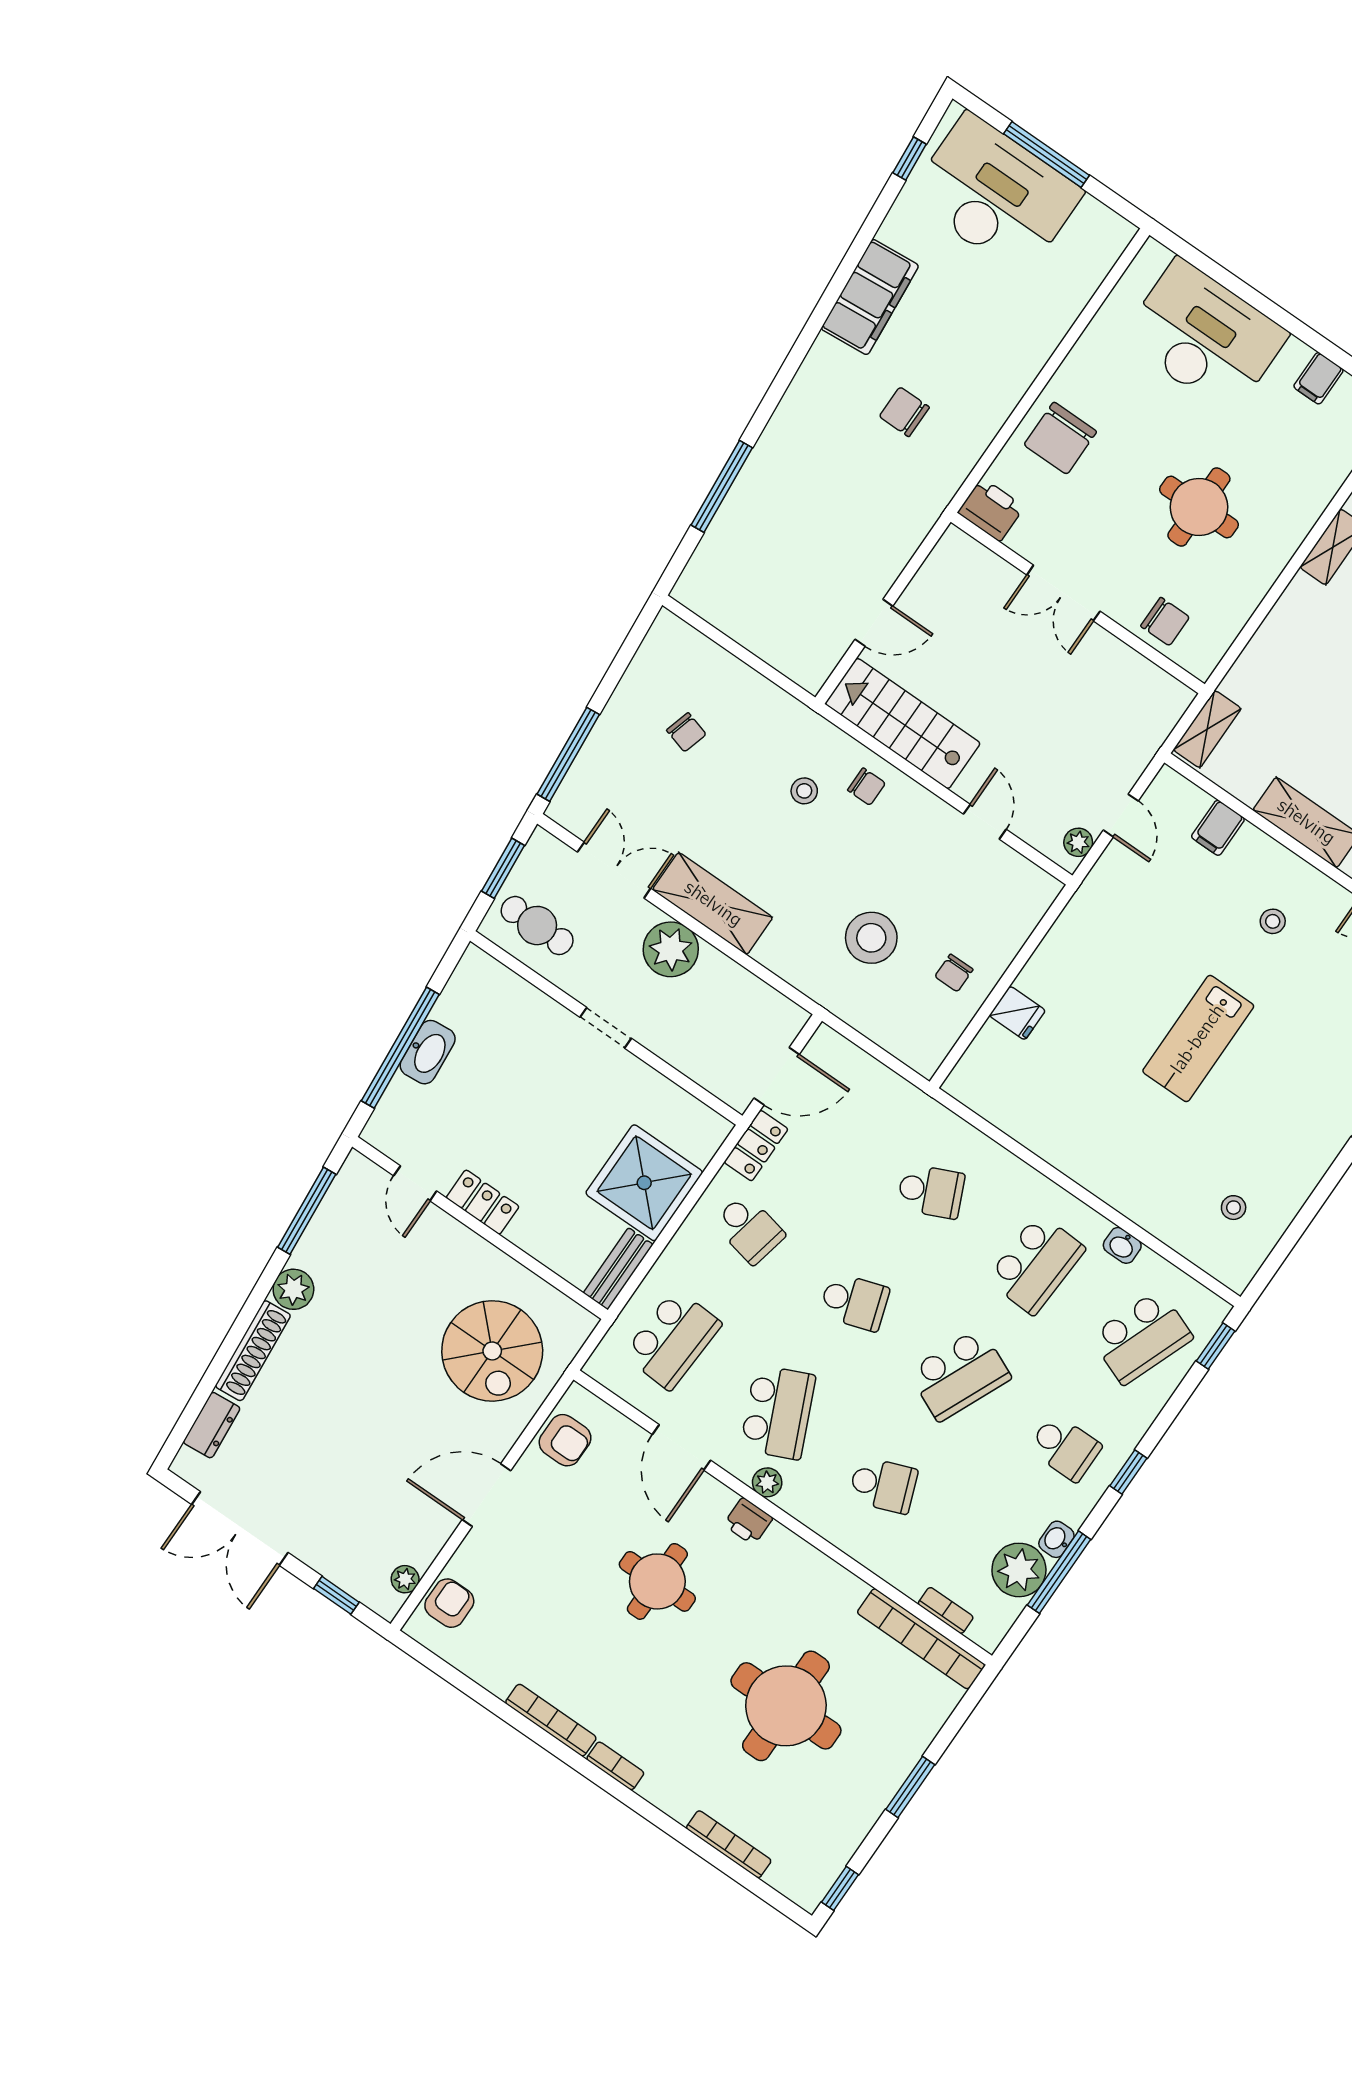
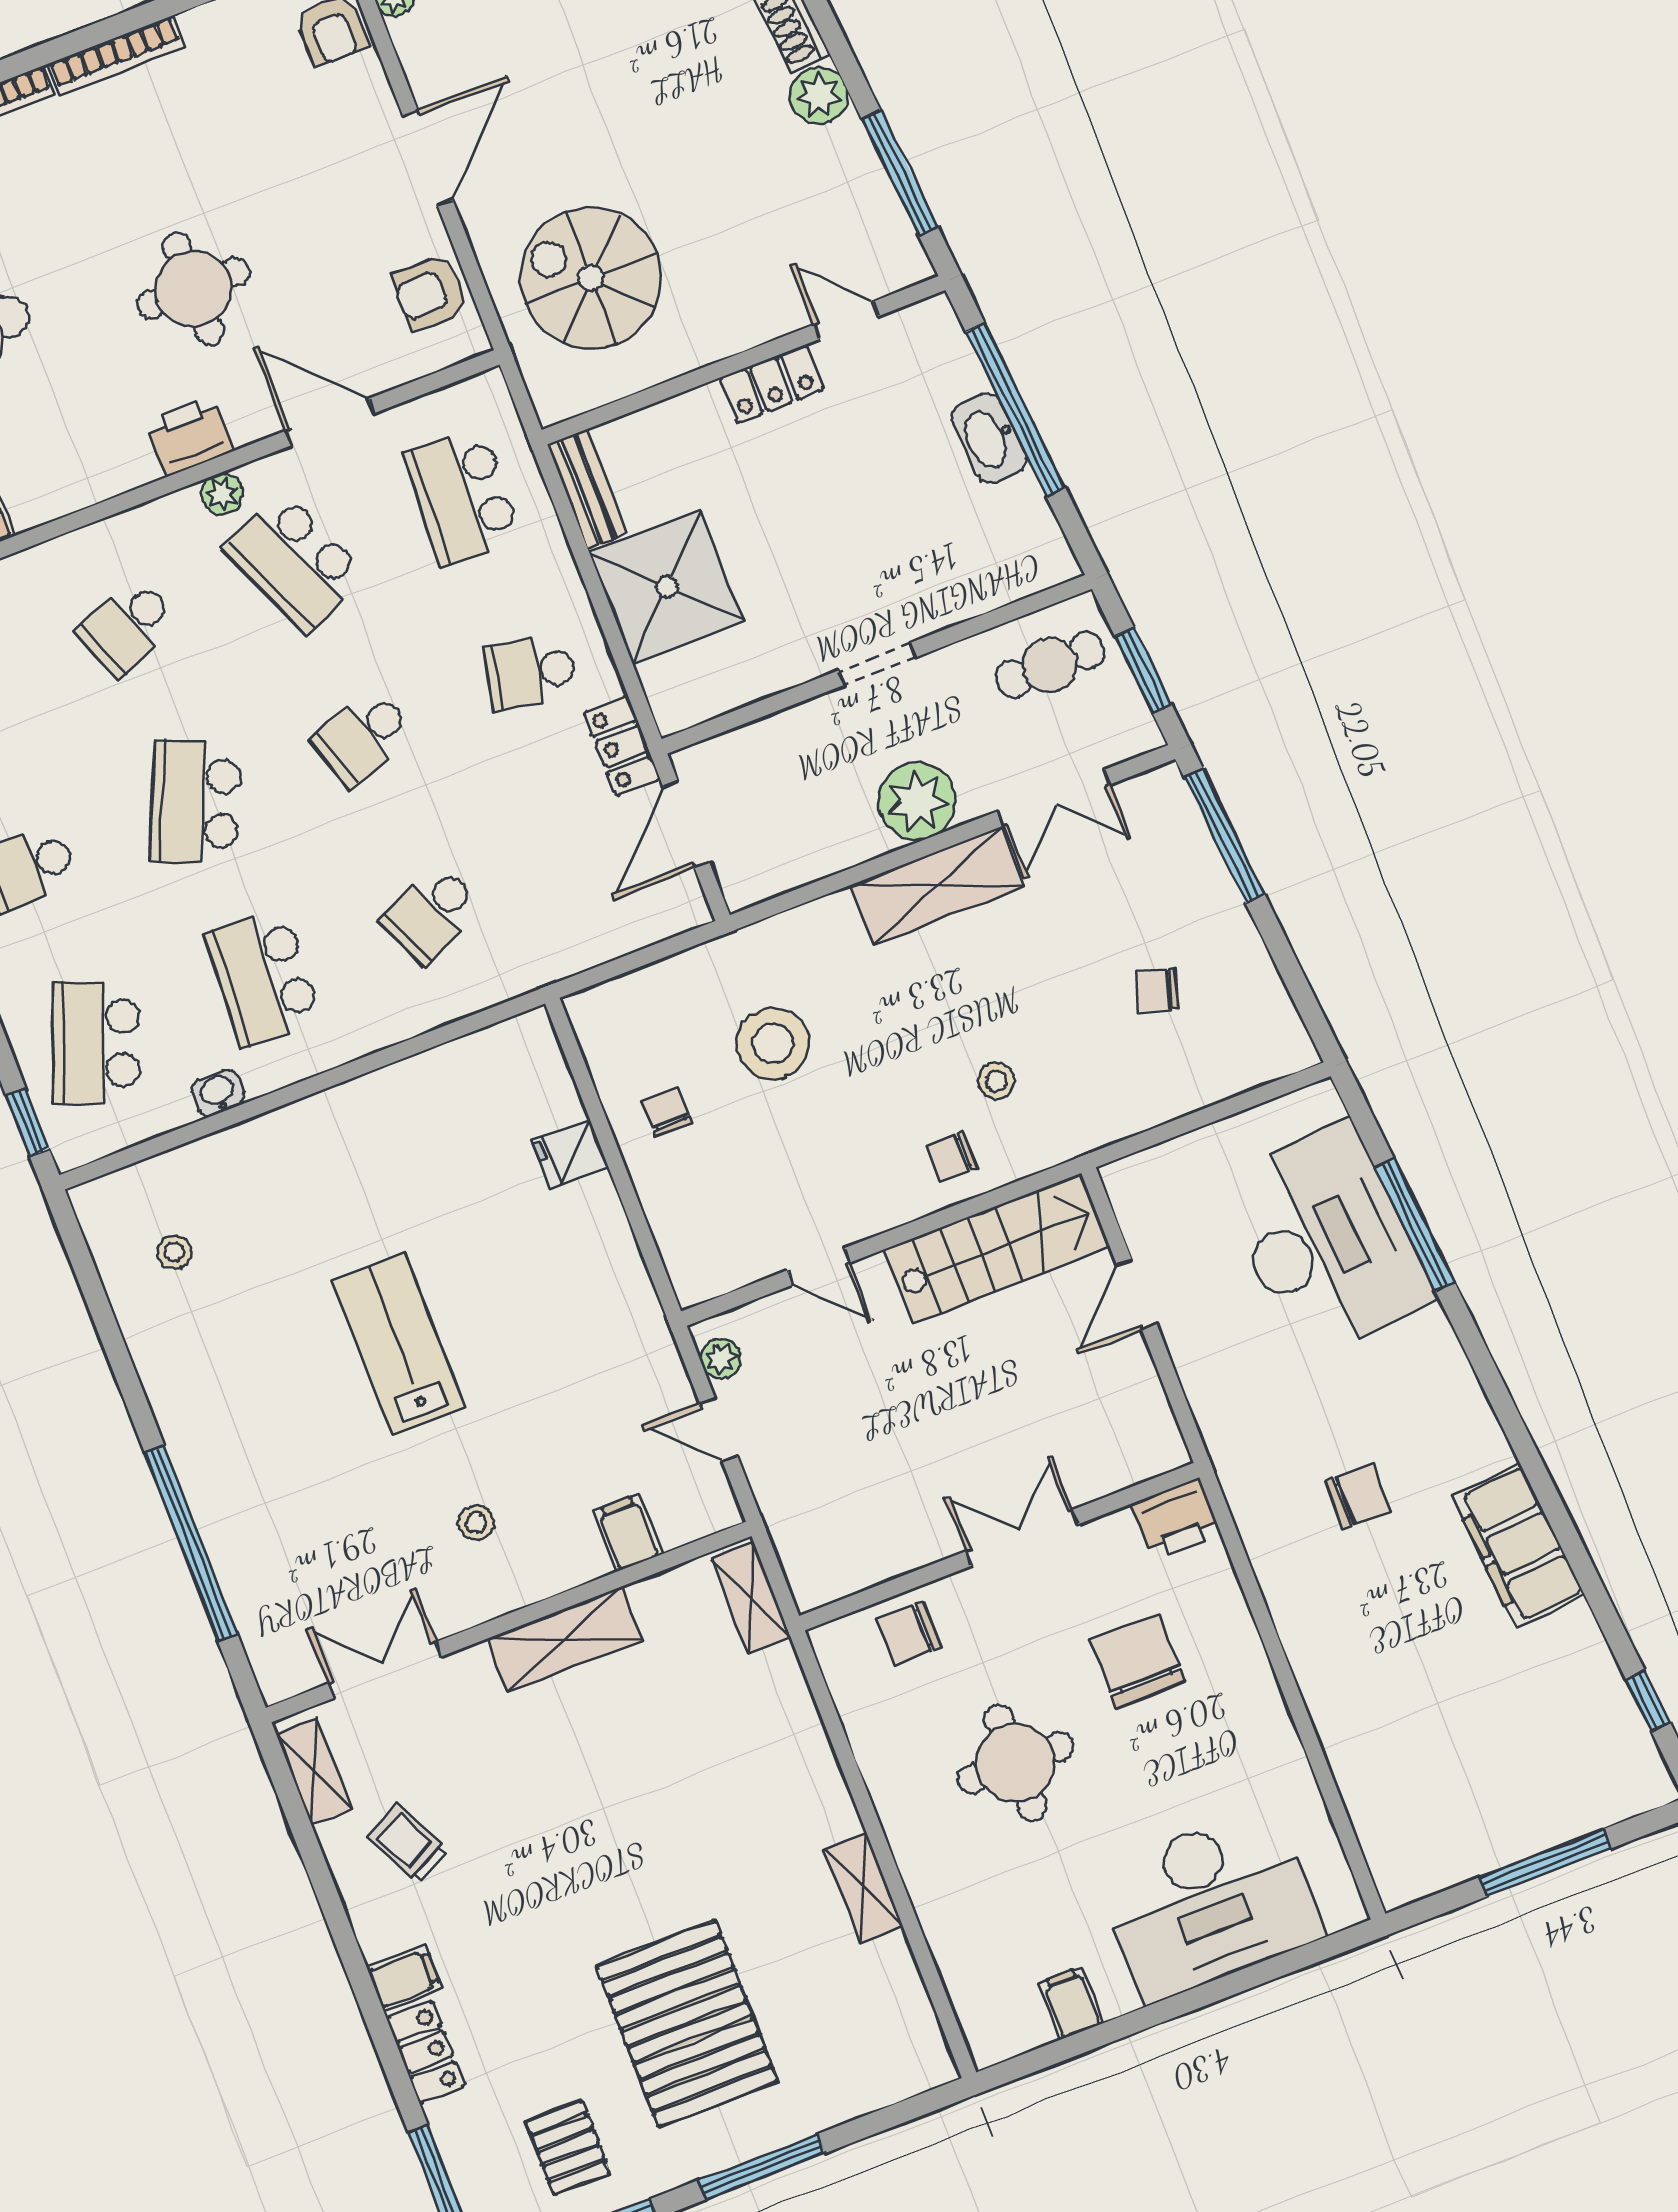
desk: (995, 195) -> (1326, 1241), moved, turned -95
chair: (1060, 438) -> (1137, 1661), moved
printer: (748, 1521) -> (190, 436), width x1.36, depth x1.24

